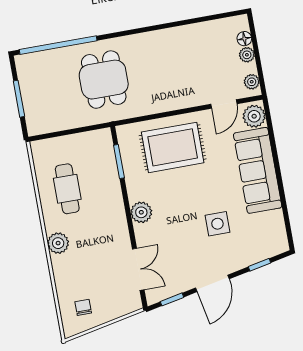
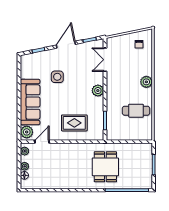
rug: (173, 147) -> (74, 123), width x0.73, depth x0.70
cafe table: (67, 189) -> (136, 111), turned 90

